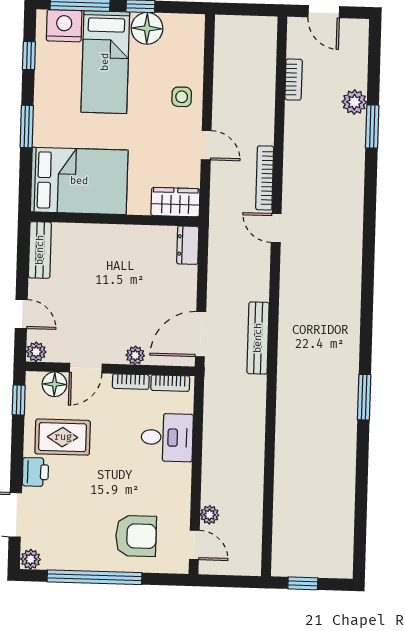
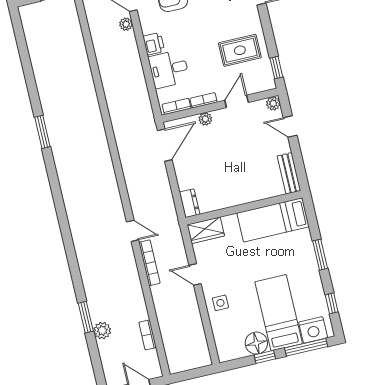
bed: (79, 181) -> (273, 220), width x0.67
bench: (258, 338) -> (125, 153), removed
floor lamp: (54, 384) -> (255, 85), removed
printer: (35, 472) -> (154, 44), moved, turned 180

